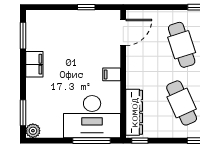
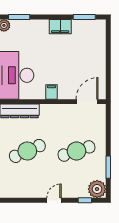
window: (86, 7) -> (108, 70), removed
door: (123, 32) -> (87, 102), swing flipped

